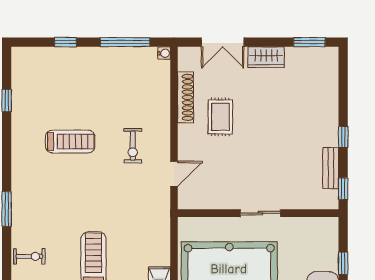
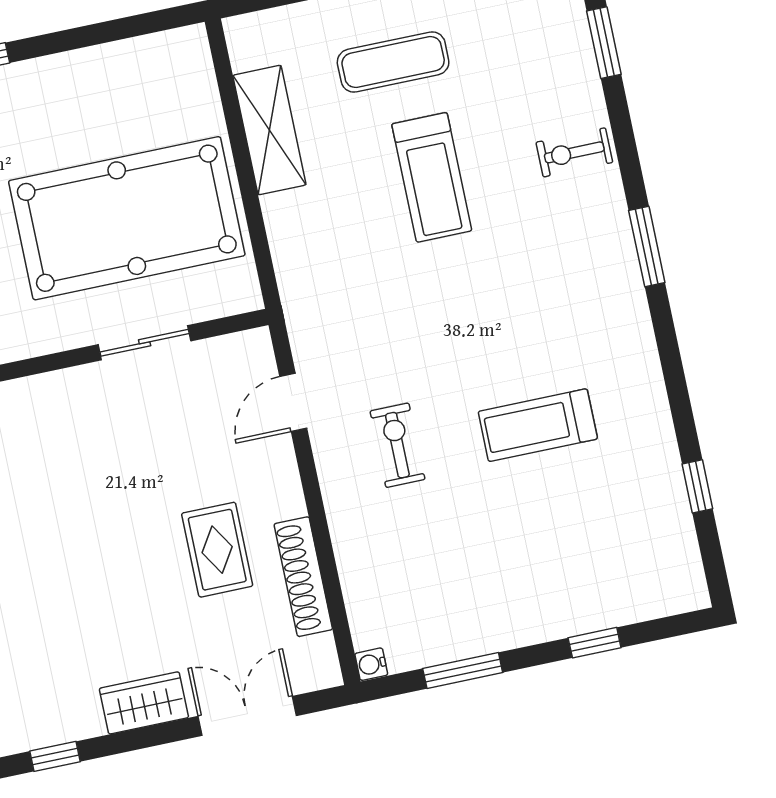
window: (125, 42) -> (463, 670), width x0.69
window: (309, 42) -> (55, 756), width x0.67
sliding door: (260, 213) -> (145, 343), moved

